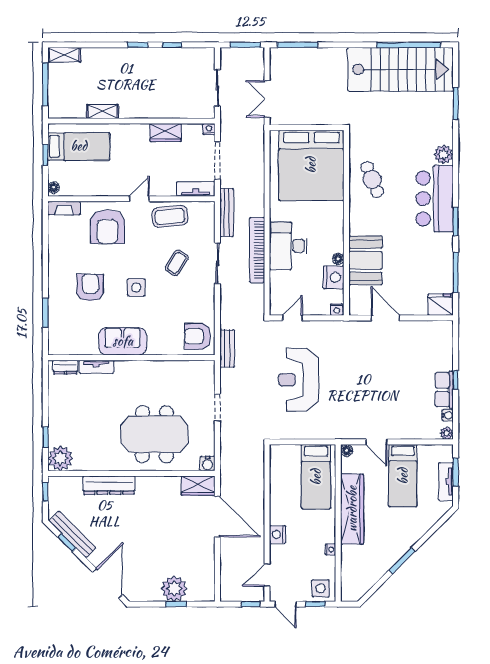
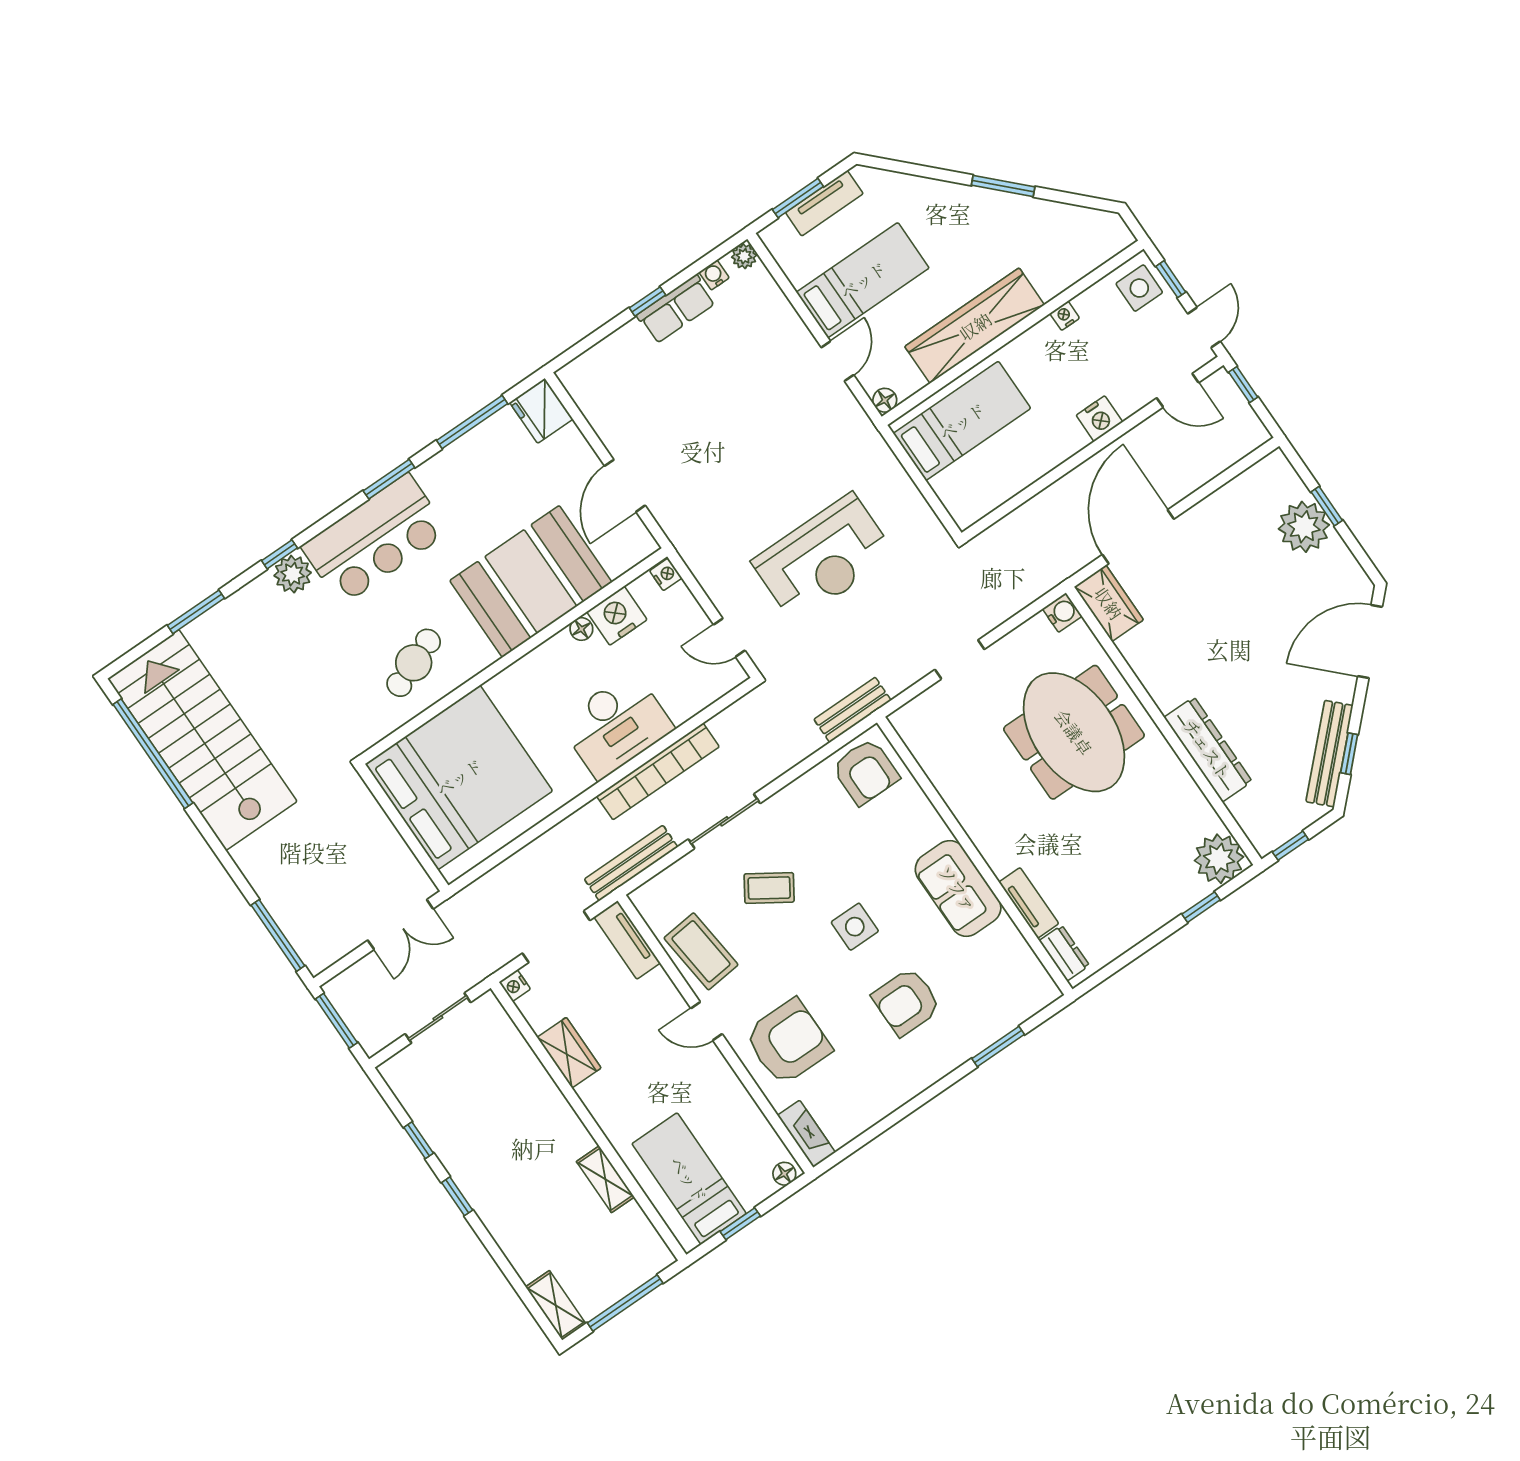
window: (456, 155) -> (280, 554), added
booth: (365, 260) -> (531, 581), width x1.36, depth x1.42

